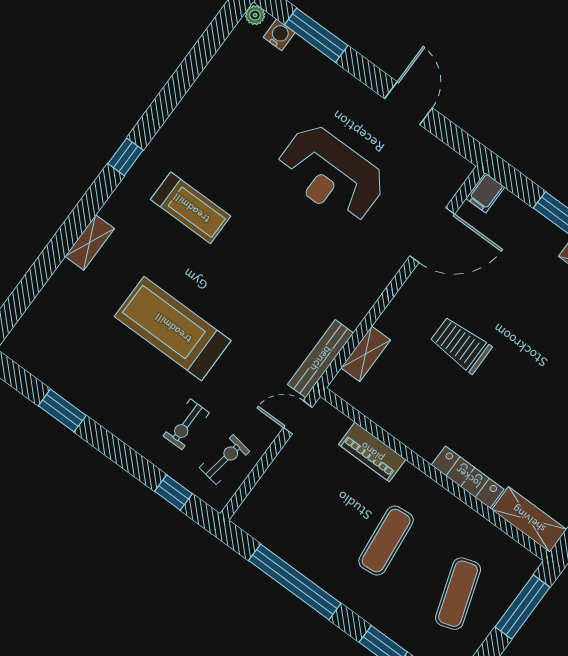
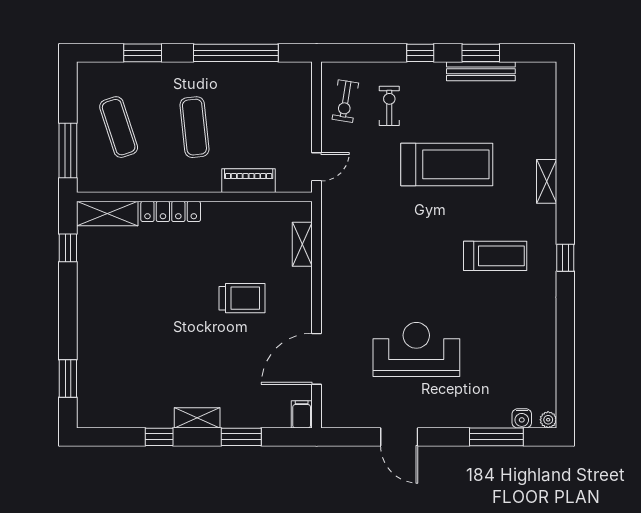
treadmill: (191, 208) -> (495, 256), turned 180
bench: (321, 359) -> (481, 71), moved, turned 90
window: (174, 493) -> (420, 53), moved

